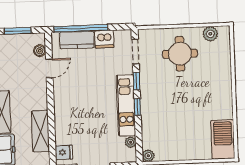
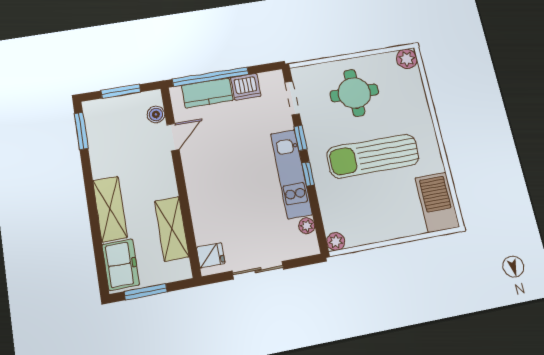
plant: (210, 34) -> (407, 59), moved
sun lounger: (185, 101) -> (373, 156), added

